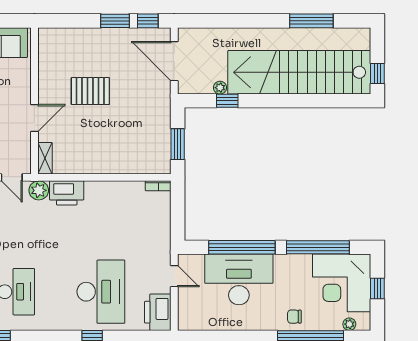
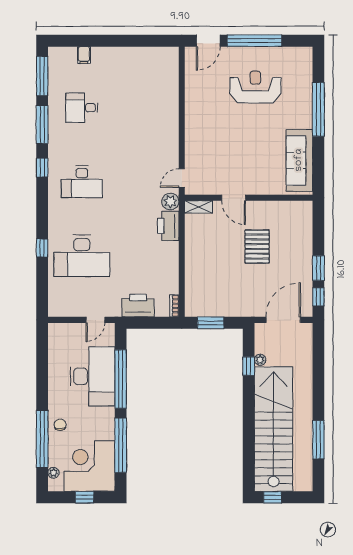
printer: (158, 312) -> (138, 306), moved

